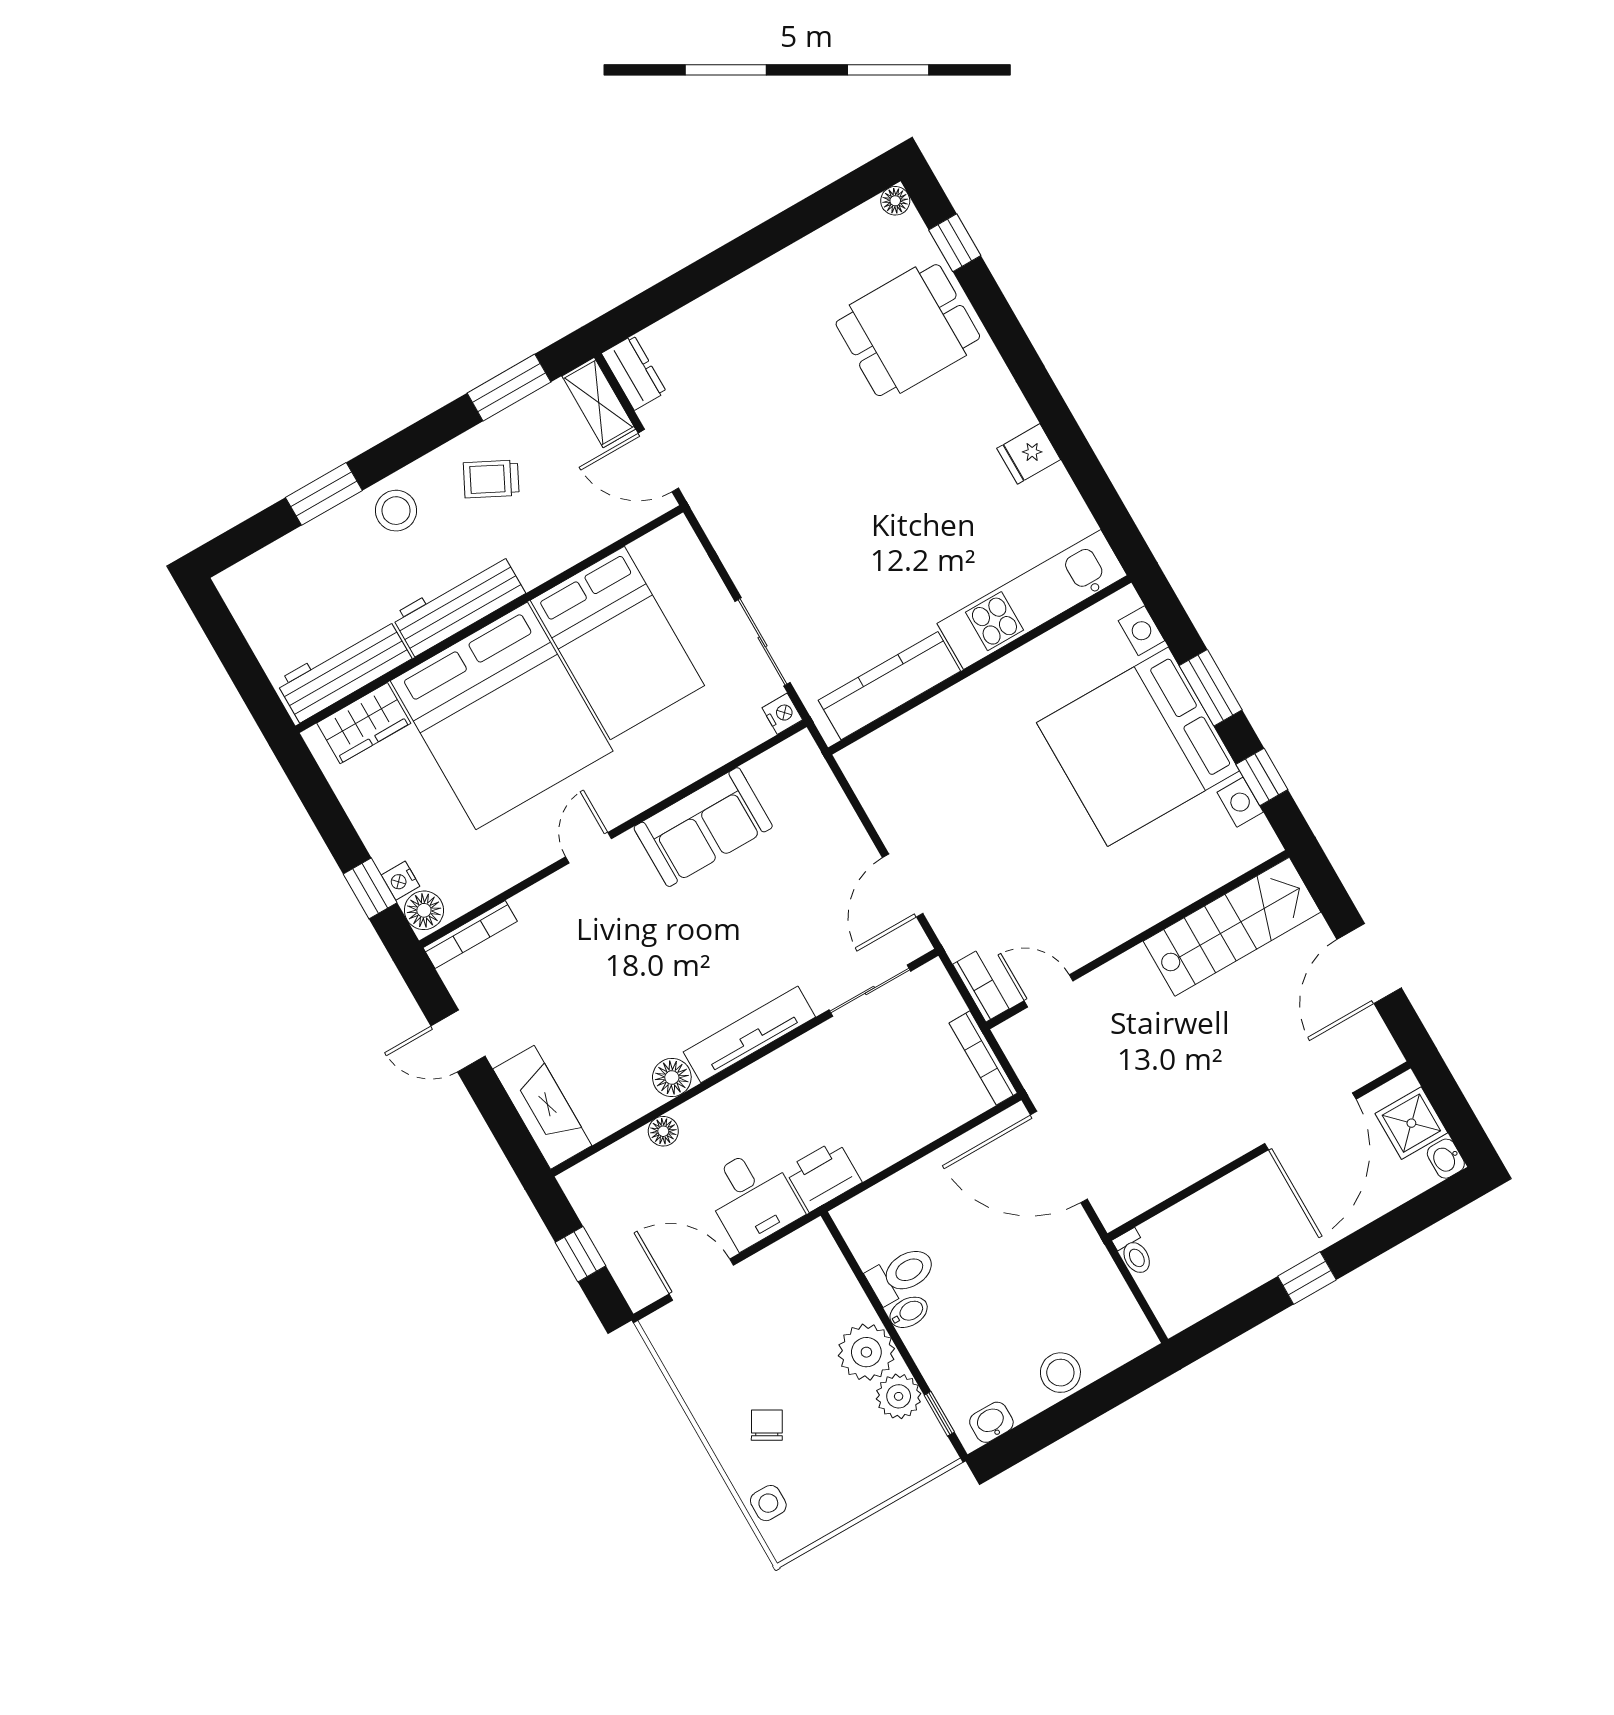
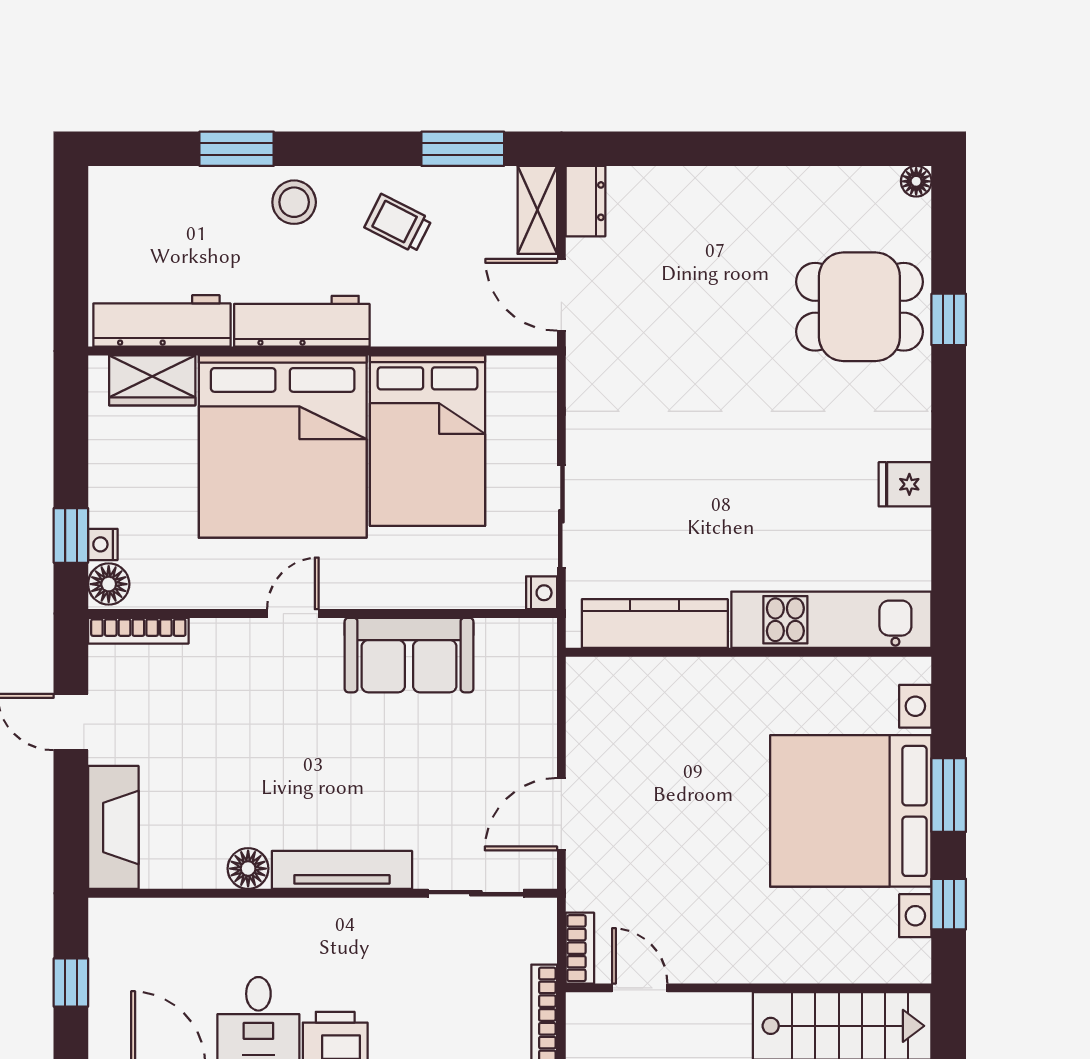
window: (955, 243) -> (949, 319), moved
floor lamp: (663, 1131) -> (212, 913), removed

